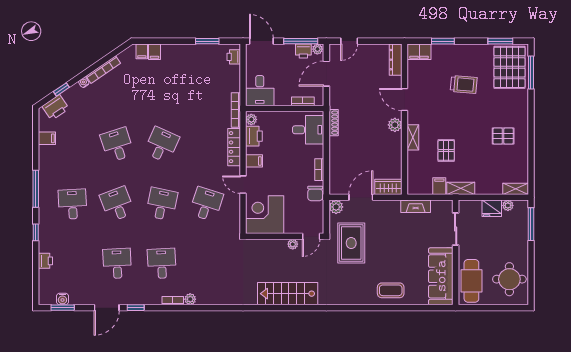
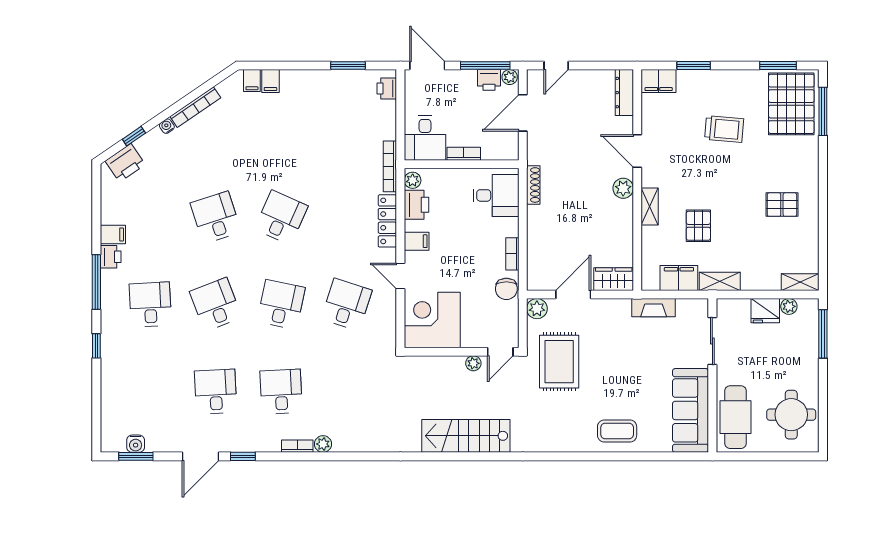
bookcase: (303, 101) -> (464, 154), moved
filing cabinet: (47, 138) -> (113, 234), moved
filing cabinet: (439, 186) -> (679, 278), width x2.00
printer: (45, 261) -> (111, 257), moved

